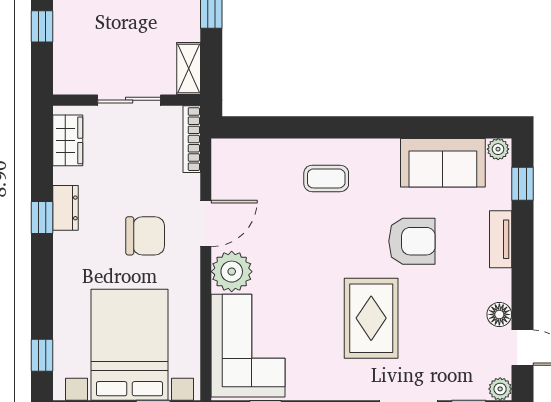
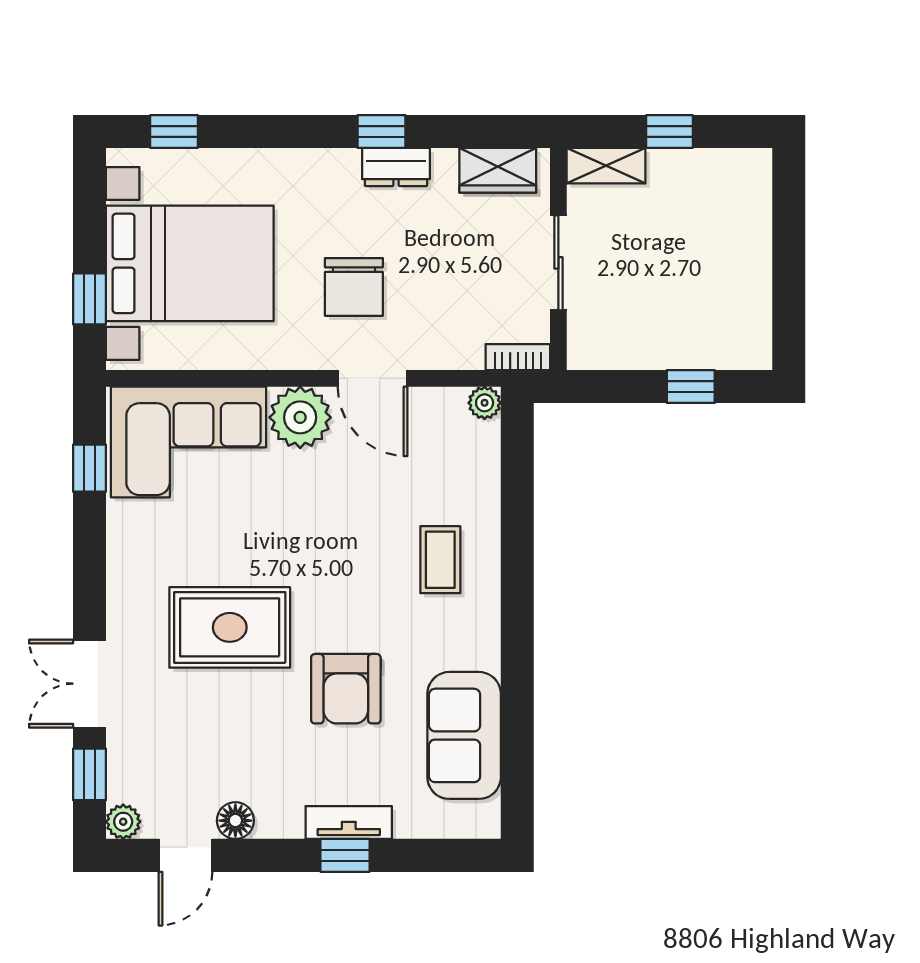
shelving: (189, 68) -> (606, 166), moved
bookcase: (192, 139) -> (518, 357), width x0.64
plant: (498, 149) -> (485, 403), moved
window: (522, 184) -> (345, 855), moved

